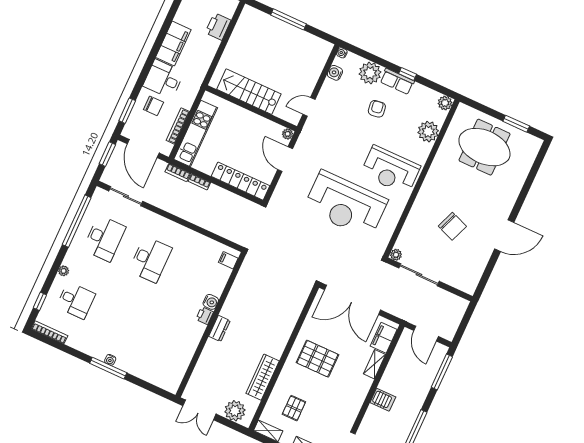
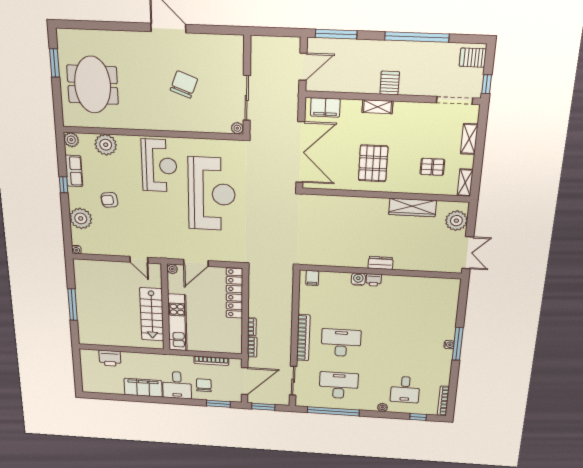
water cooler: (335, 73) -> (97, 249), removed
row of seats: (397, 81) -> (74, 171), moved
kitchen unit: (196, 134) -> (177, 322), moved, turned 90
bookcase: (169, 226) -> (303, 338), added
desk: (76, 300) -> (405, 390), turned 180
shelving: (375, 364) -> (377, 107), moved

